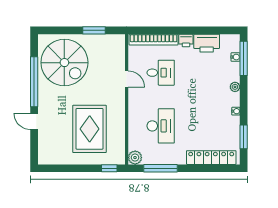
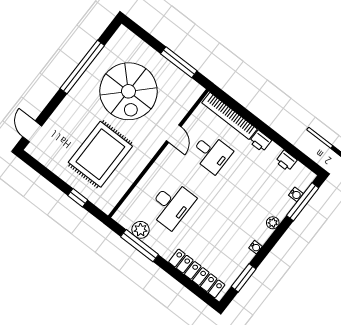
window: (94, 30) -> (179, 62), width x1.44
printer: (207, 43) -> (286, 161), width x0.53, depth x0.68
spiral stairs: (64, 63) -> (128, 91), moved
door: (34, 121) -> (32, 131), moved
plant: (135, 158) -> (140, 230), moved
window: (109, 168) -> (78, 198), moved

